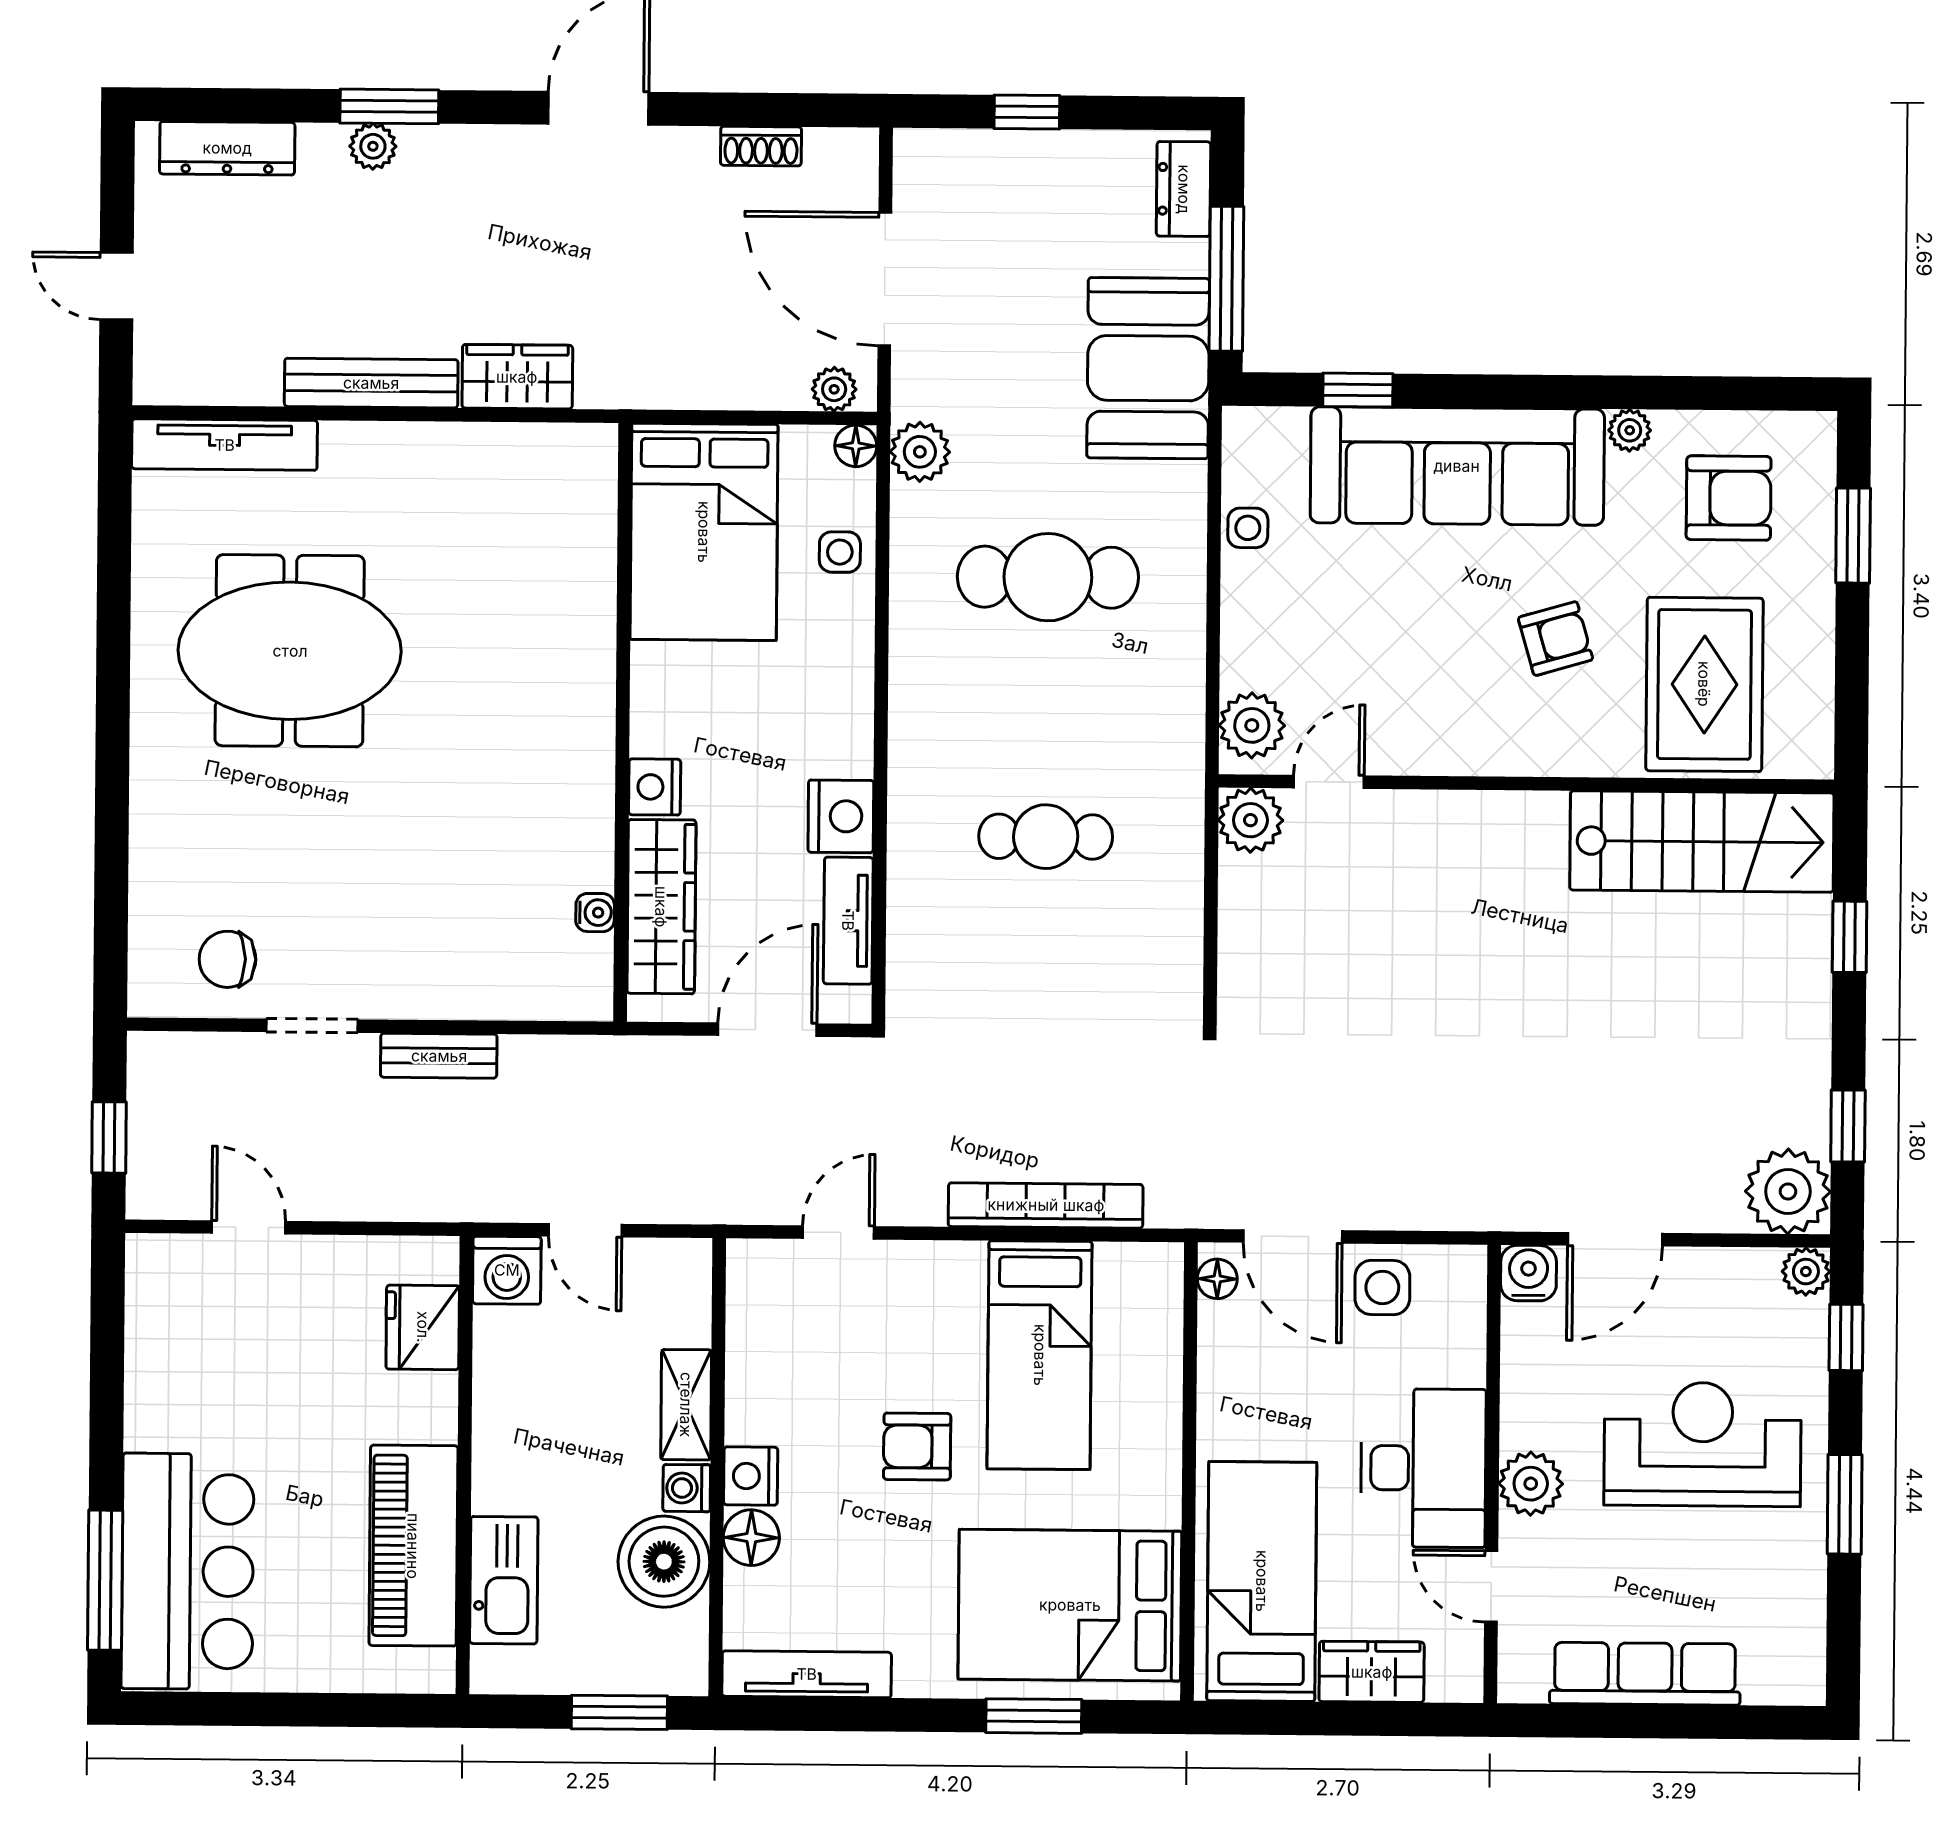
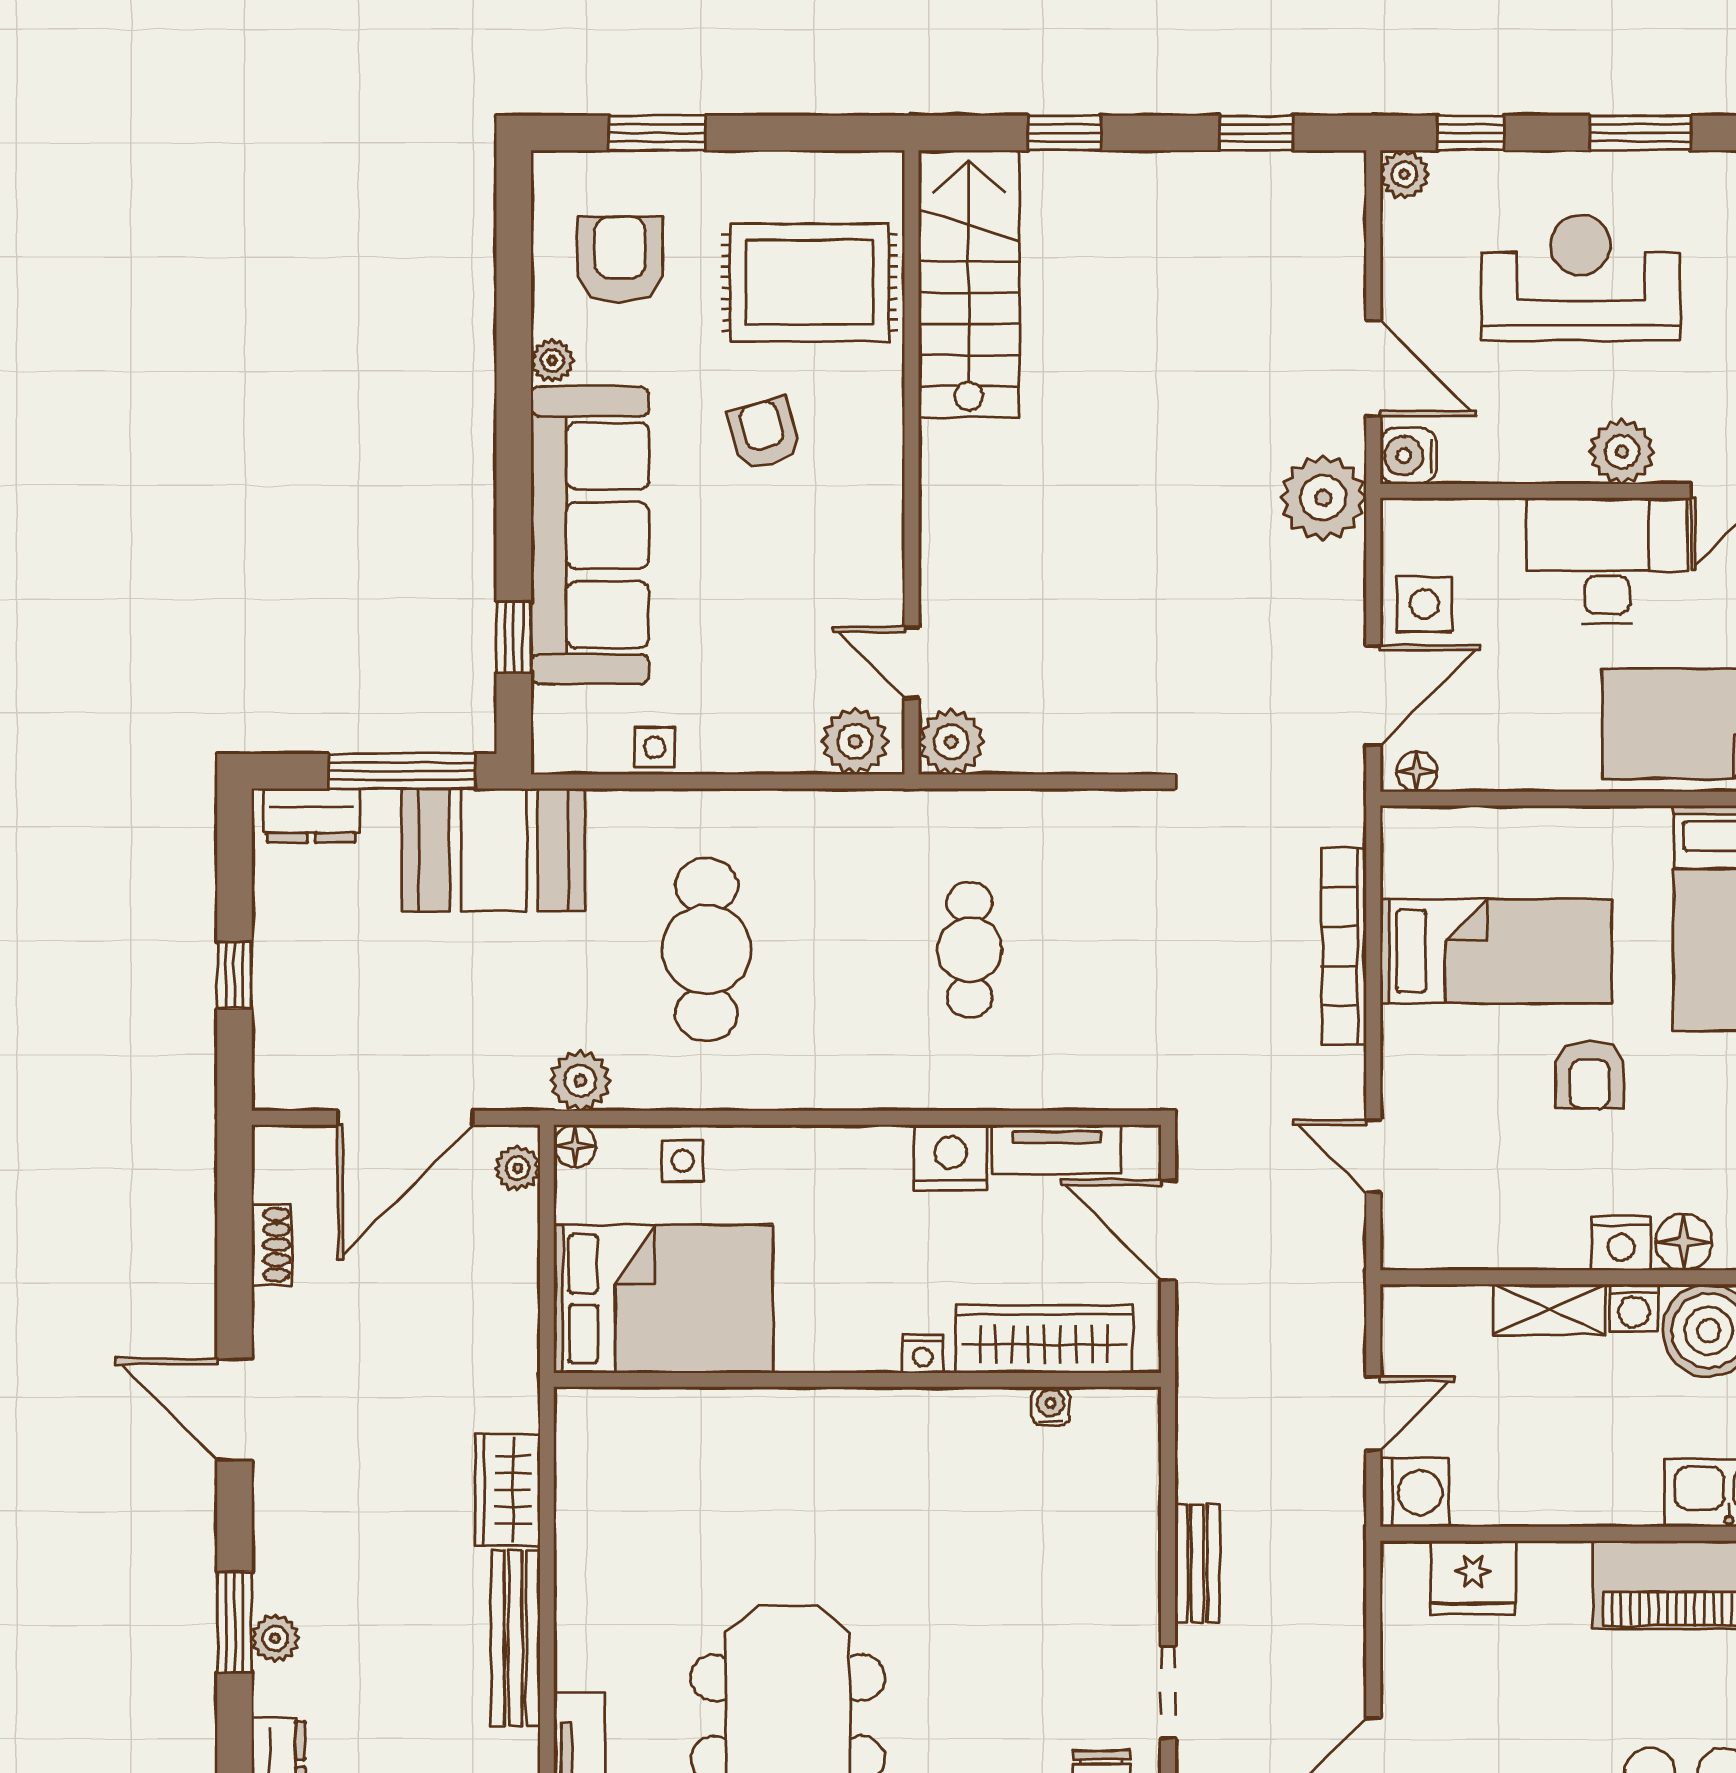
nightstand: (655, 787) -> (923, 1354), width x0.72, depth x0.74
plant: (1788, 1191) -> (1323, 498), moved
reception desk: (1703, 1444) -> (1581, 278), turned 90

